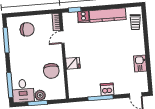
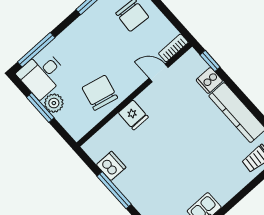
chair: (51, 71) -> (100, 93), turned 103
dishwasher: (107, 89) -> (111, 166), moved

